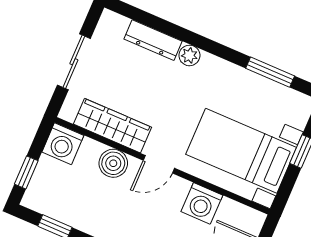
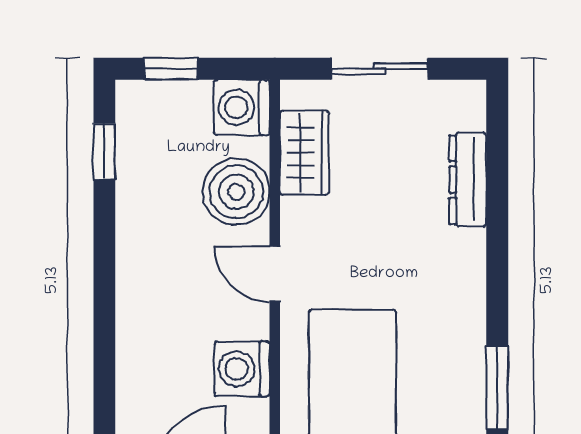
plant: (189, 55) -> (468, 248), removed
wardrobe: (112, 126) -> (304, 153), width x0.67
boiler: (113, 163) -> (236, 192), width x1.37, depth x1.37

